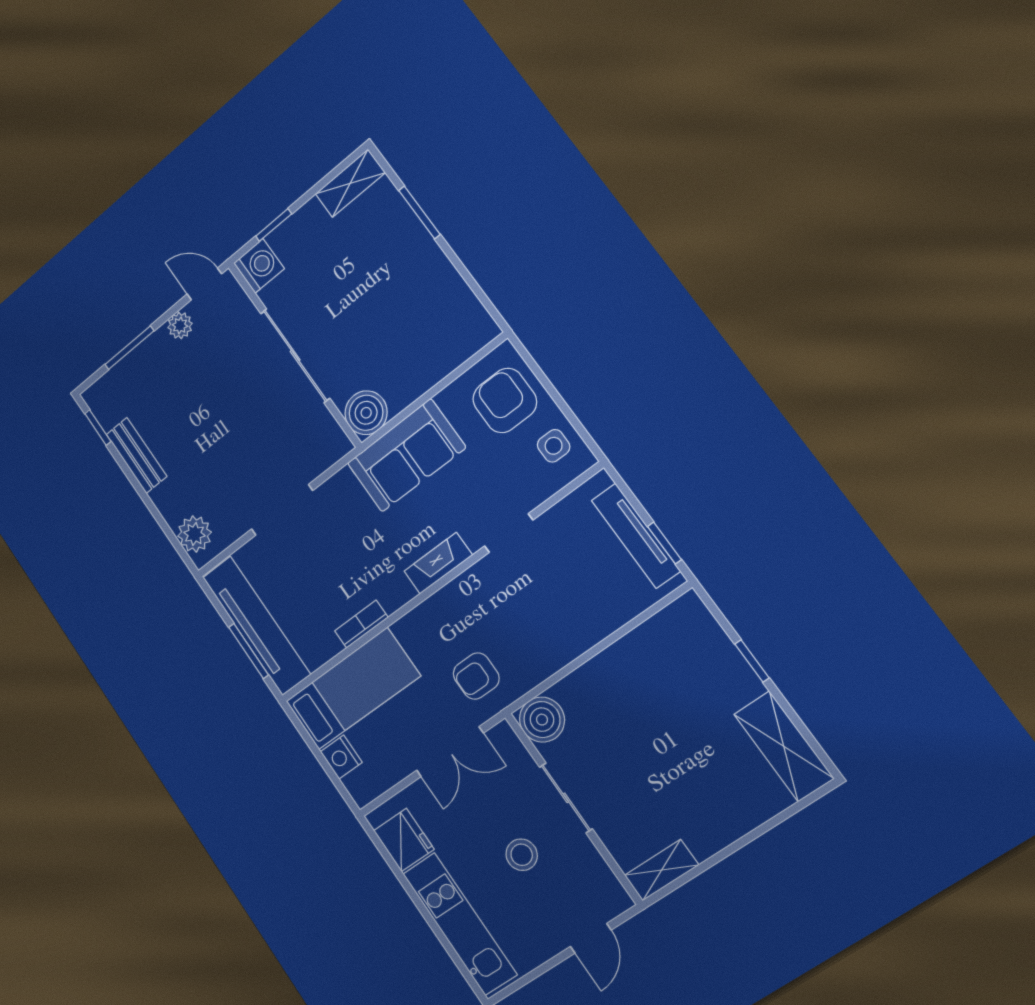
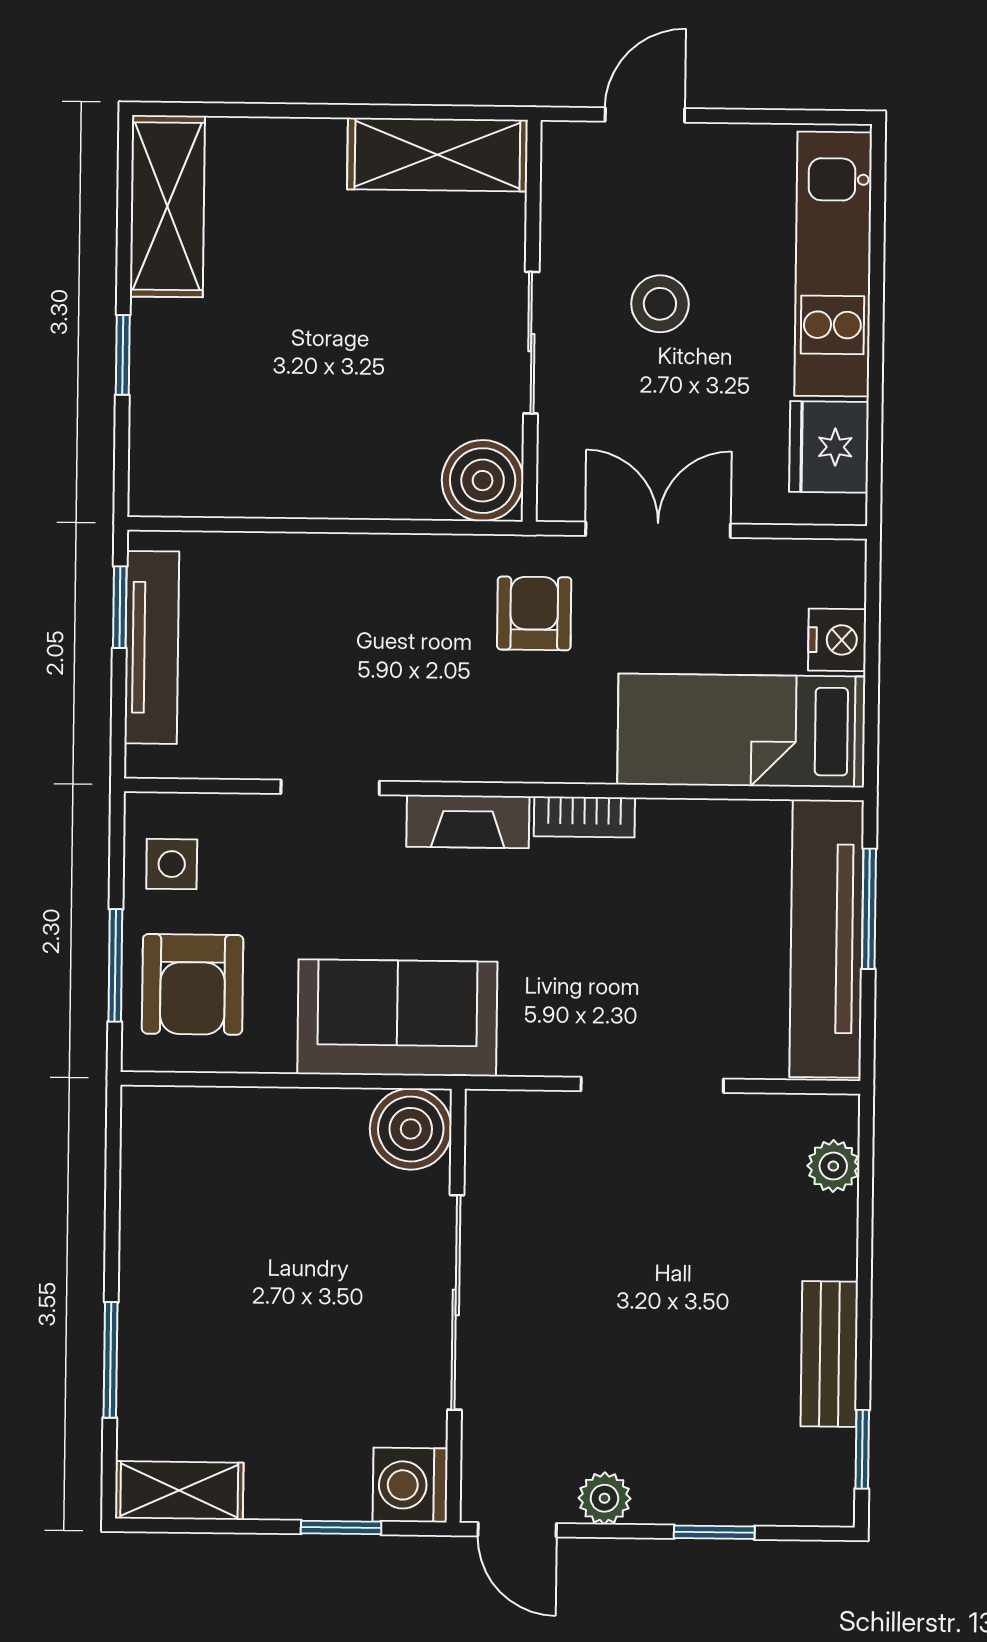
window: (129, 348) -> (714, 1532), width x0.67
window: (545, 382) -> (115, 965), added
plant: (195, 534) -> (833, 1166), width x0.73, depth x0.73
bookcase: (361, 624) -> (584, 817), moved
armchair: (476, 676) -> (534, 613), turned -90
shelving: (662, 870) -> (437, 155), width x1.50, depth x1.33

